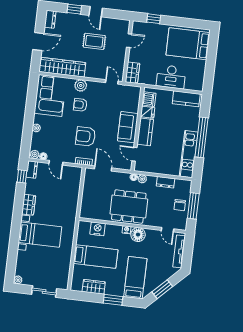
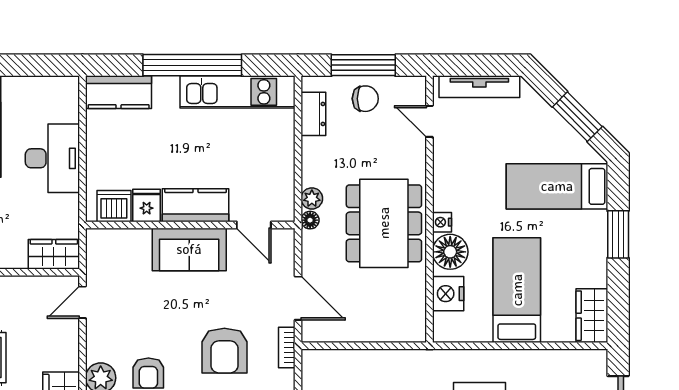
kitchen counter: (186, 99) -> (119, 92), moved, turned 90
door: (135, 154) -> (254, 225), hinge flipped
door: (103, 168) -> (298, 298), swing flipped
dresser: (165, 182) -> (313, 114), moved
door: (168, 230) -> (429, 121), swing flipped
floor lamp: (138, 235) -> (450, 252), moved
wardrobe: (94, 287) -> (592, 316), moved

